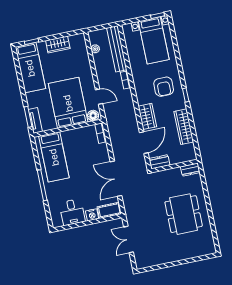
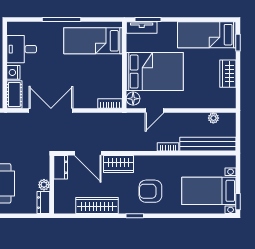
plant: (176, 172) -> (44, 185), added

